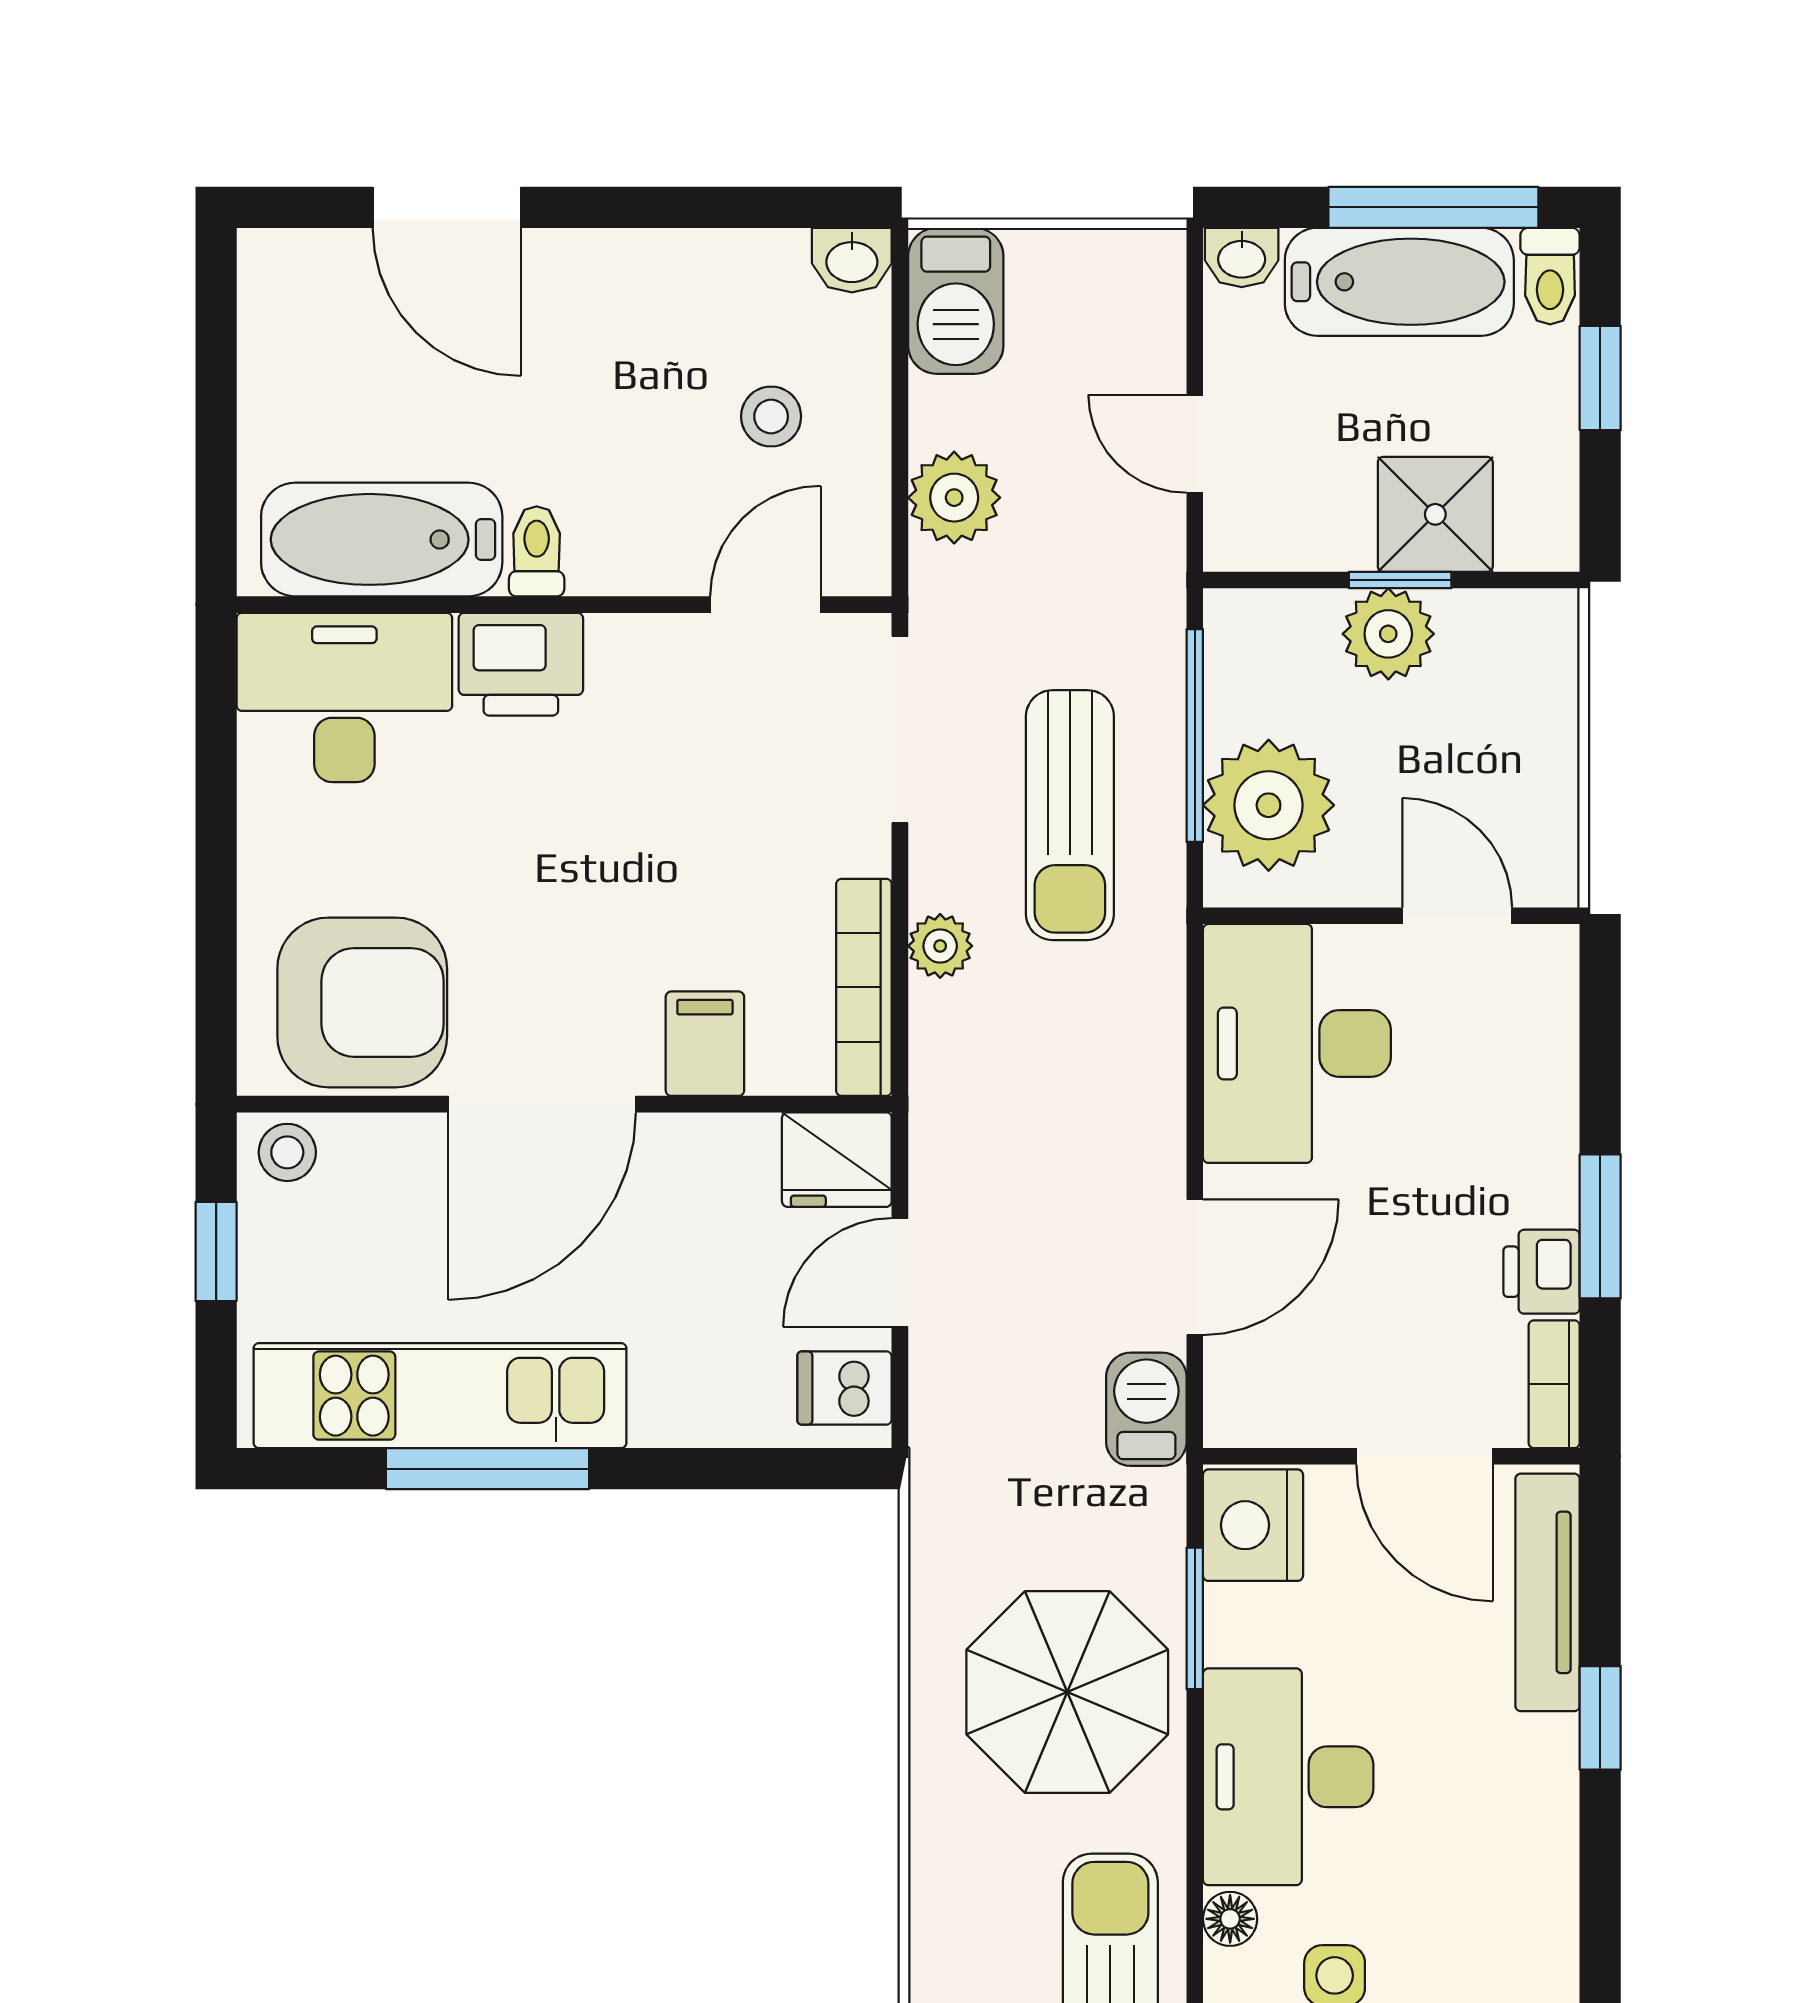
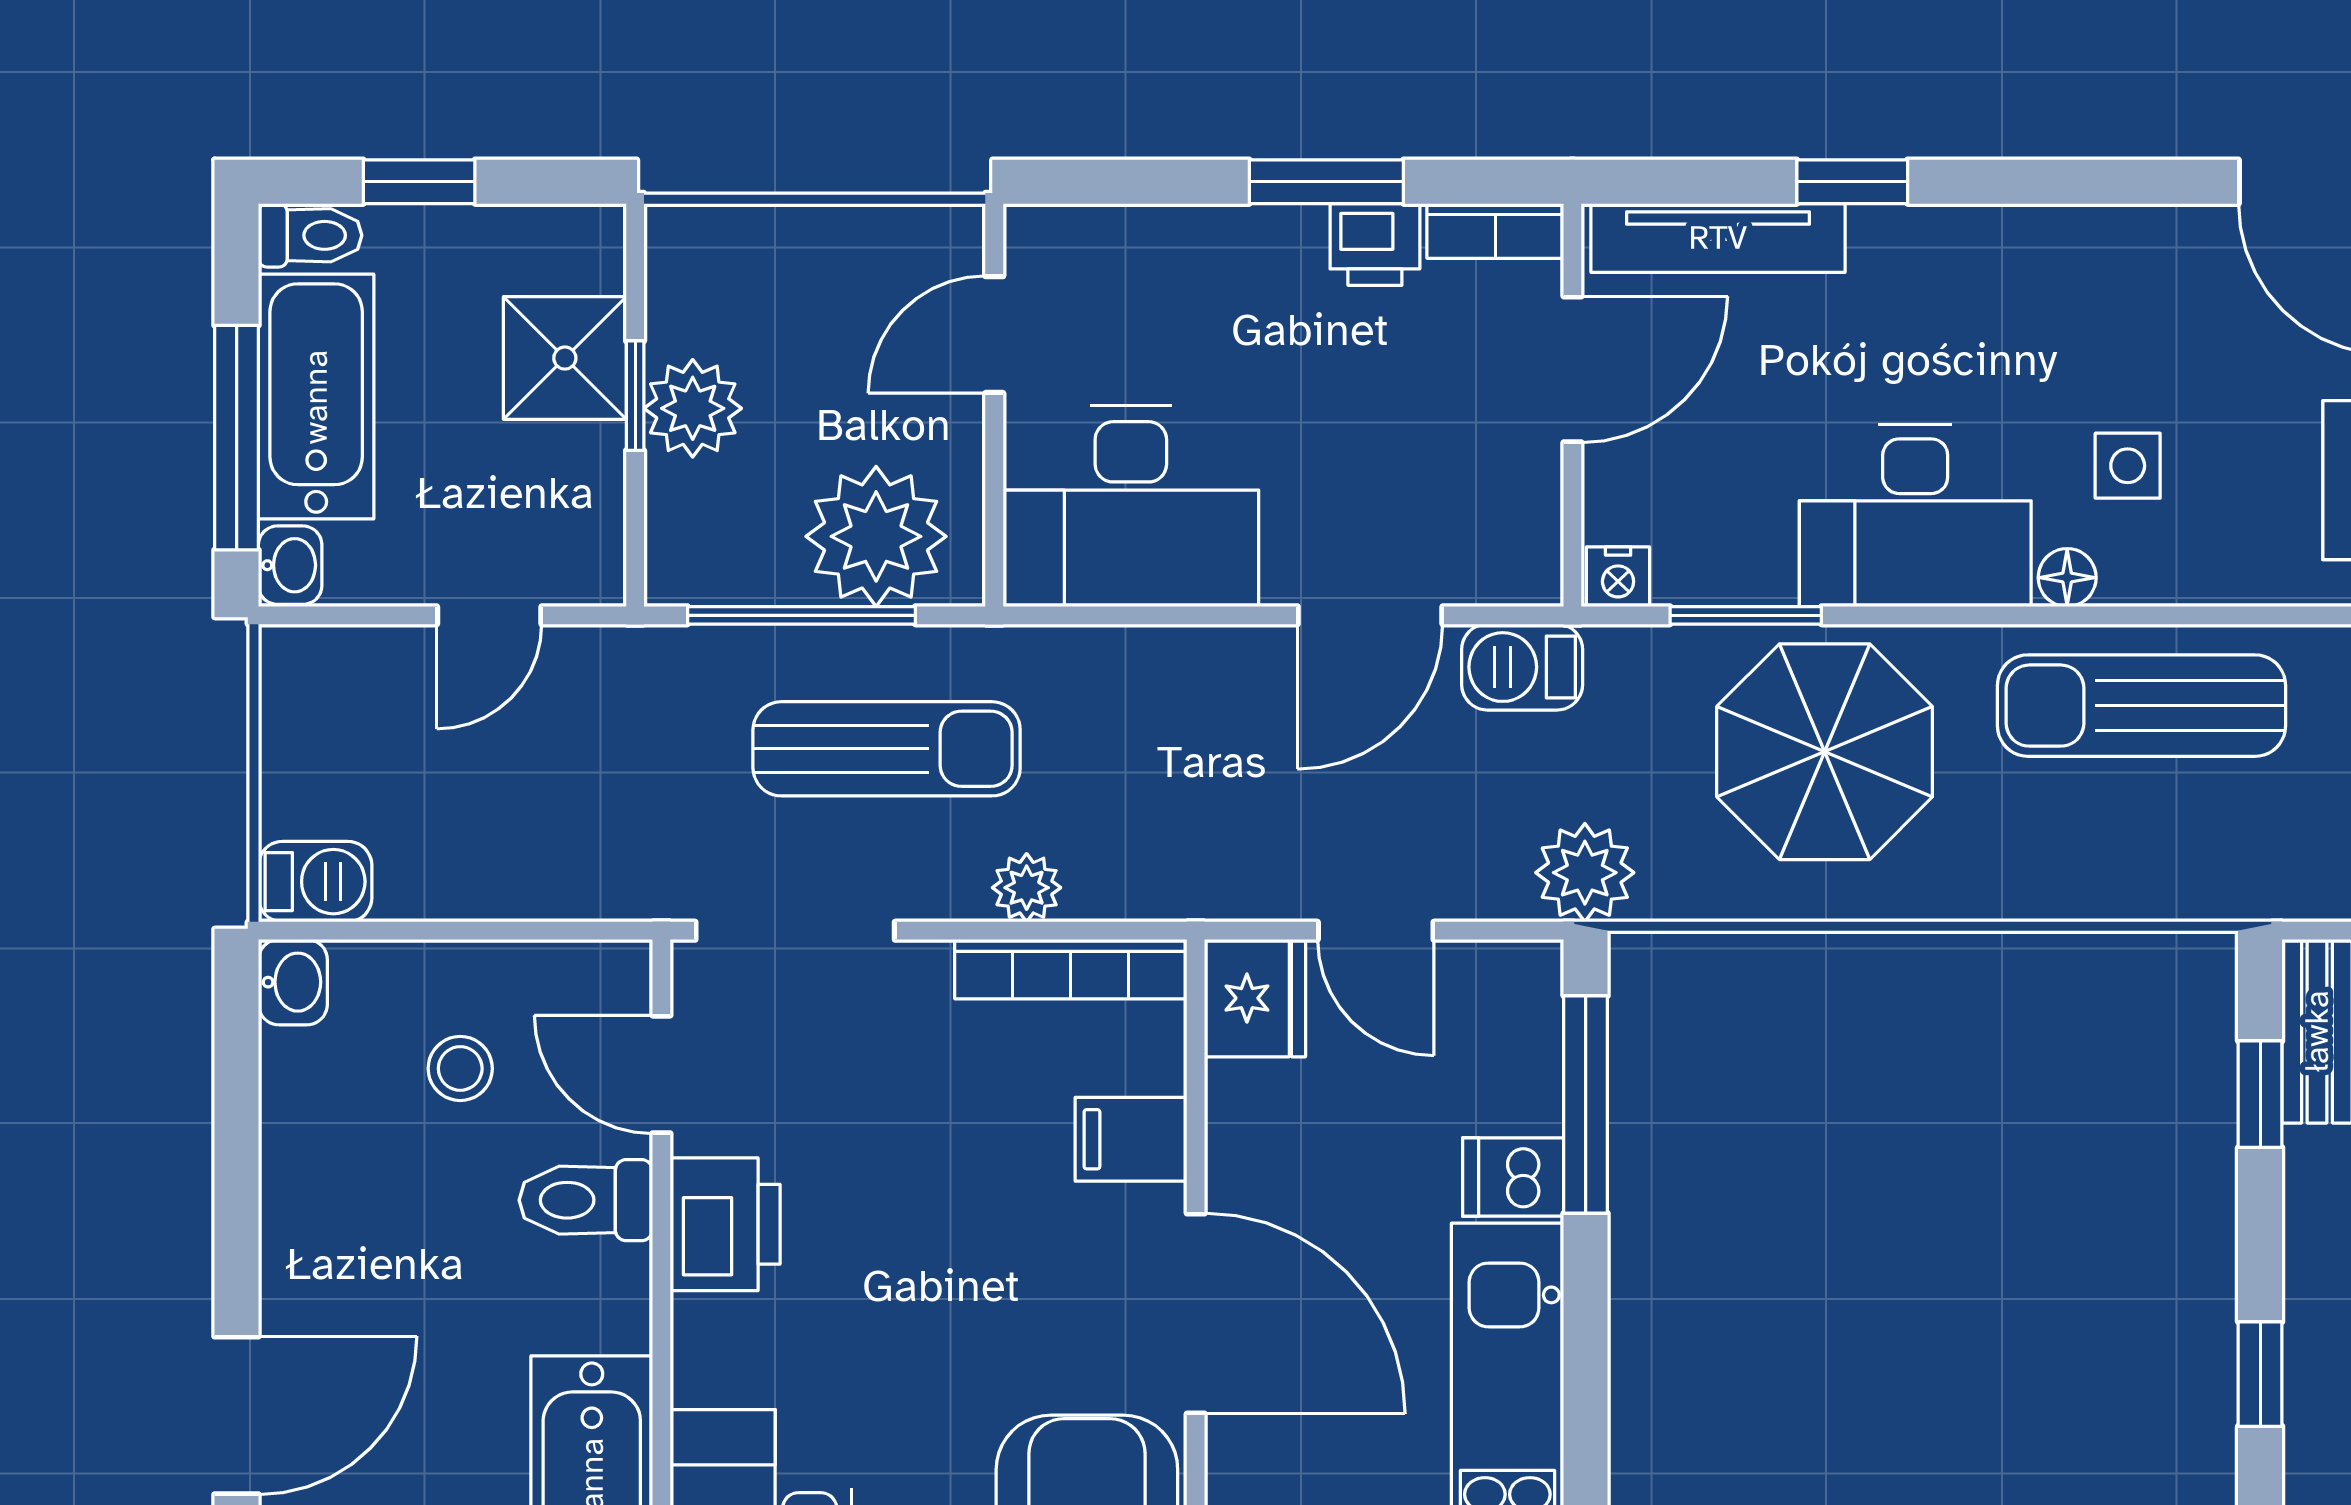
window: (1433, 207) -> (237, 438), moved
barbecue: (956, 301) -> (315, 882), width x0.73, depth x0.79
plant: (954, 498) -> (1585, 873), moved
toilet: (537, 551) -> (586, 1200), moved, width x1.37, depth x1.39
printer: (521, 664) -> (725, 1224), moved
door: (1195, 1267) -> (1370, 615), swing flipped
dishwasher: (845, 1388) -> (1513, 1177), moved, turned 90
window: (488, 1469) -> (1586, 1105), moved
nightstand: (1253, 1525) -> (1618, 577), width x0.53, depth x0.56

